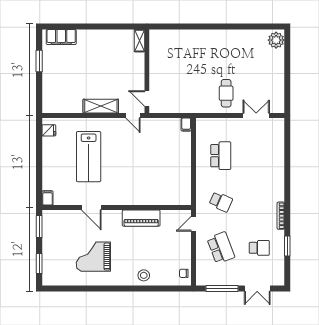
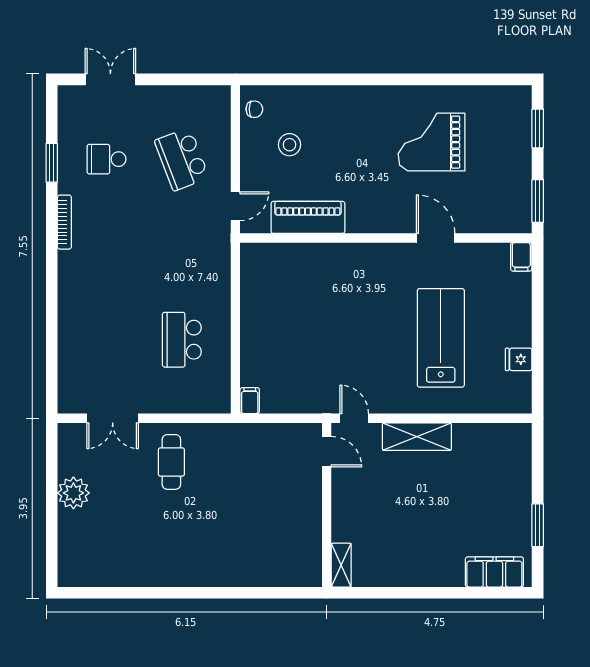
plant: (276, 40) -> (73, 493), moved
fridge: (49, 130) -> (519, 359), moved
school desk: (221, 202) -> (182, 249), removed
piano: (141, 218) -> (308, 217), moved
grand piano: (93, 257) -> (432, 142), turned 180
stool: (144, 275) -> (289, 145), moved
window: (222, 289) -> (180, 79), removed

